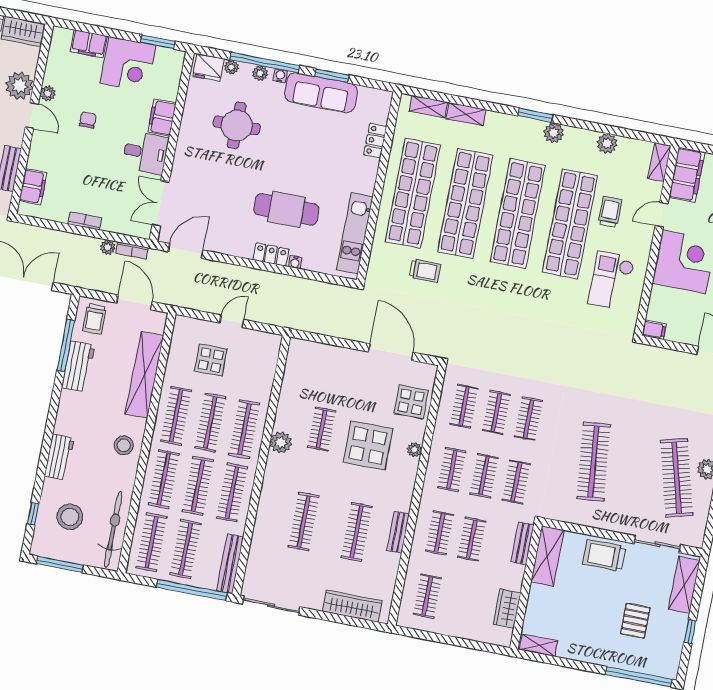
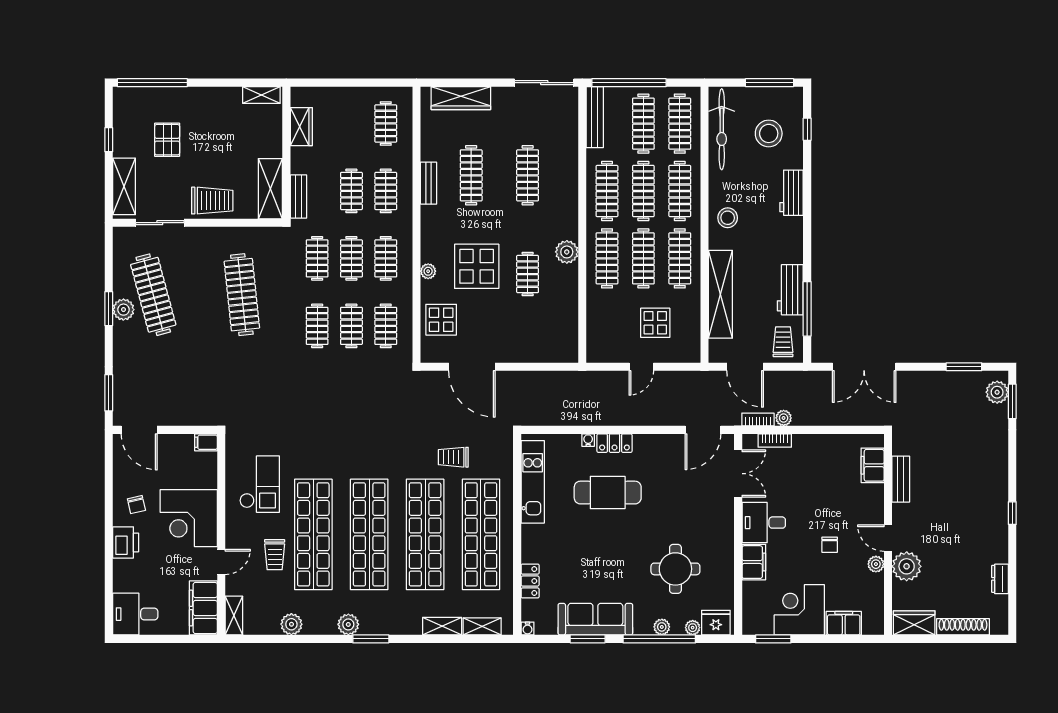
water cooler: (280, 76) -> (528, 629), moved
bookcase: (85, 221) -> (775, 440), moved

